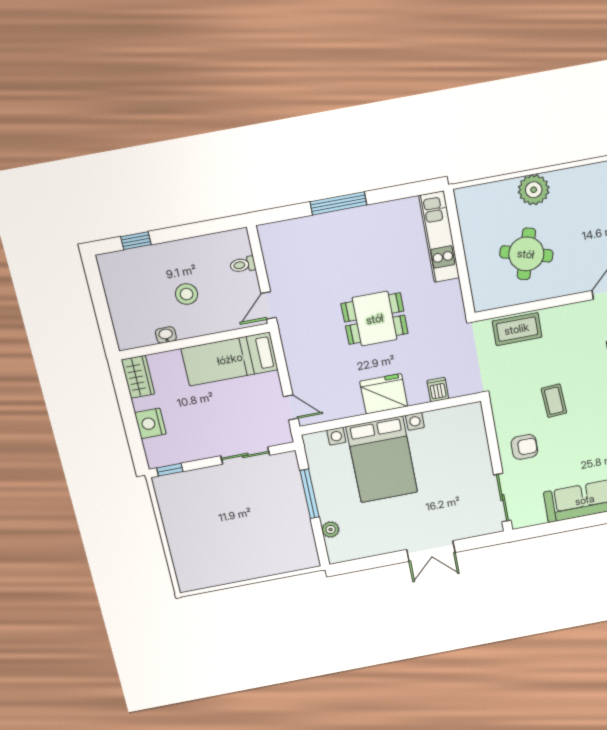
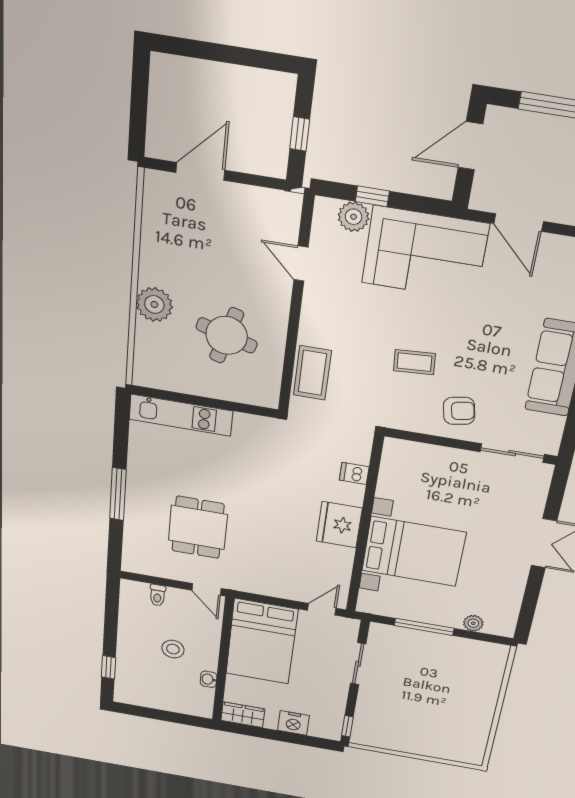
dining table: (375, 319) -> (198, 527), moved
bed: (230, 359) -> (262, 642), width x1.50
armchair: (524, 447) -> (459, 411), turned 79

